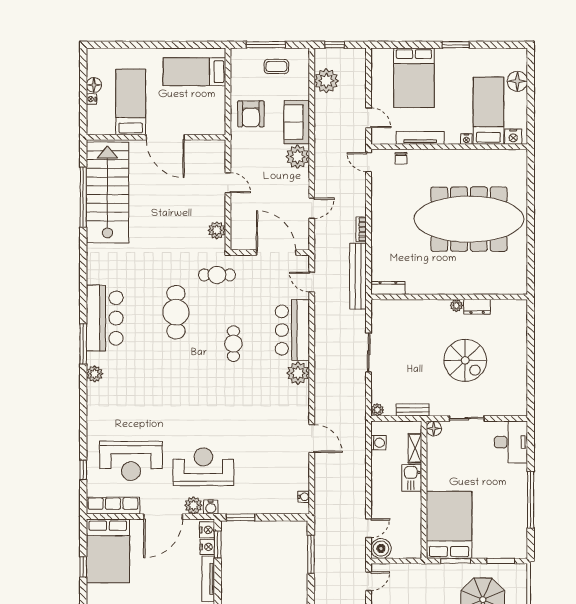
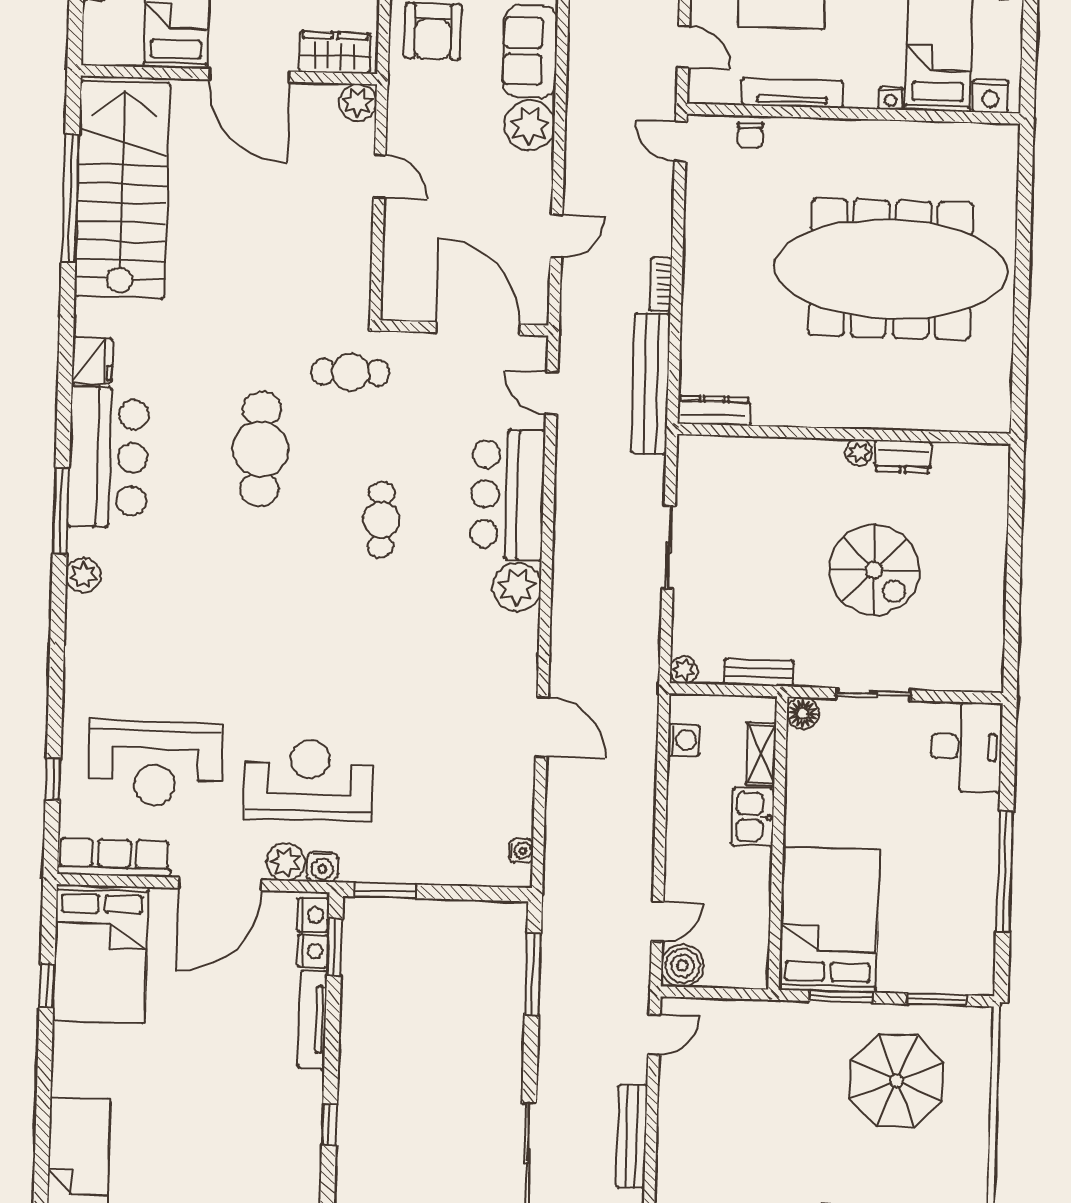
wardrobe: (205, 125) -> (335, 52), added
plant: (217, 230) -> (358, 102), moved
fridge: (96, 273) -> (92, 360), added

